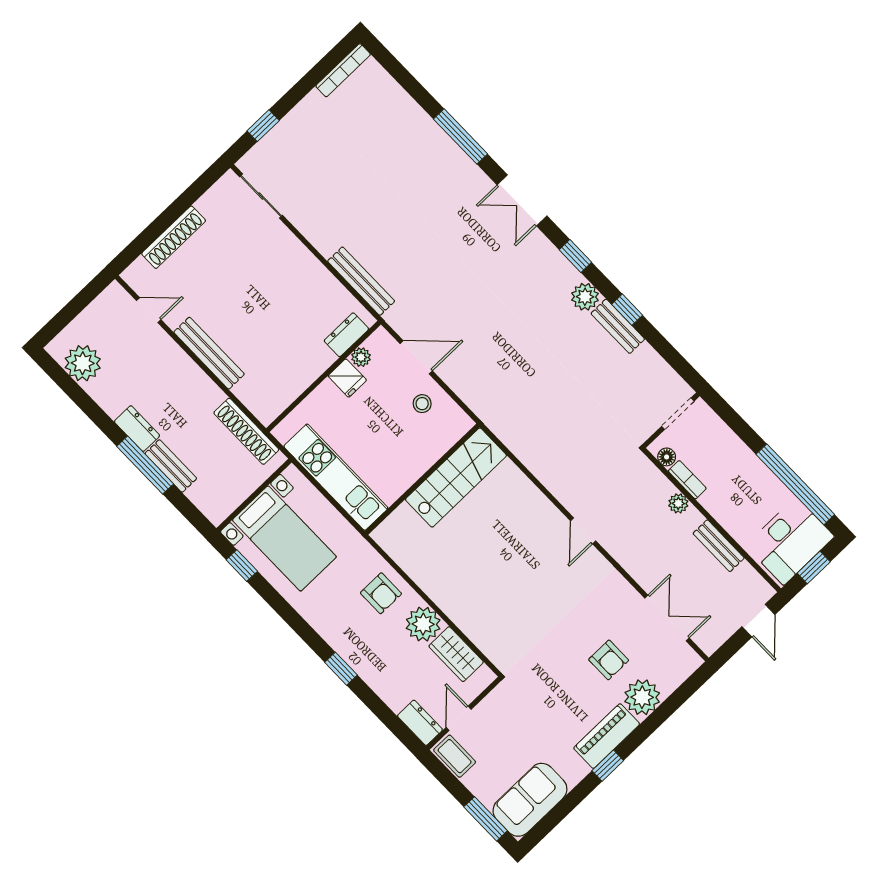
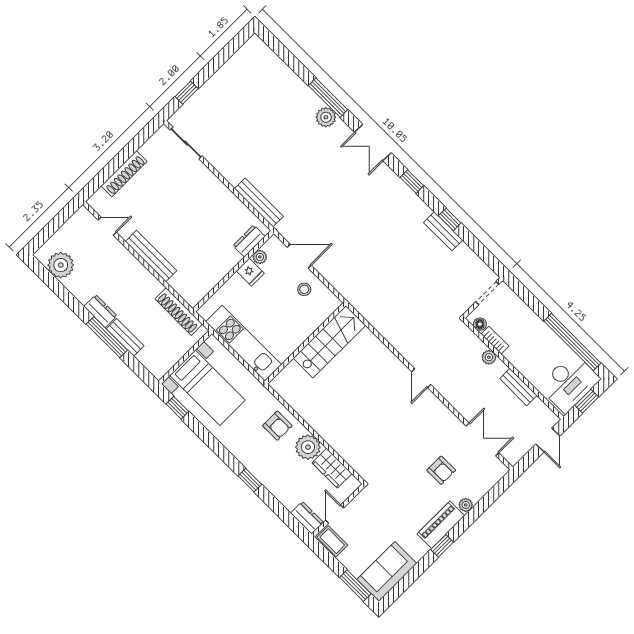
bookcase: (343, 70) -> (243, 52), removed
plant: (585, 297) -> (326, 117), moved
plant: (642, 697) -> (466, 505), width x0.53, depth x0.53

